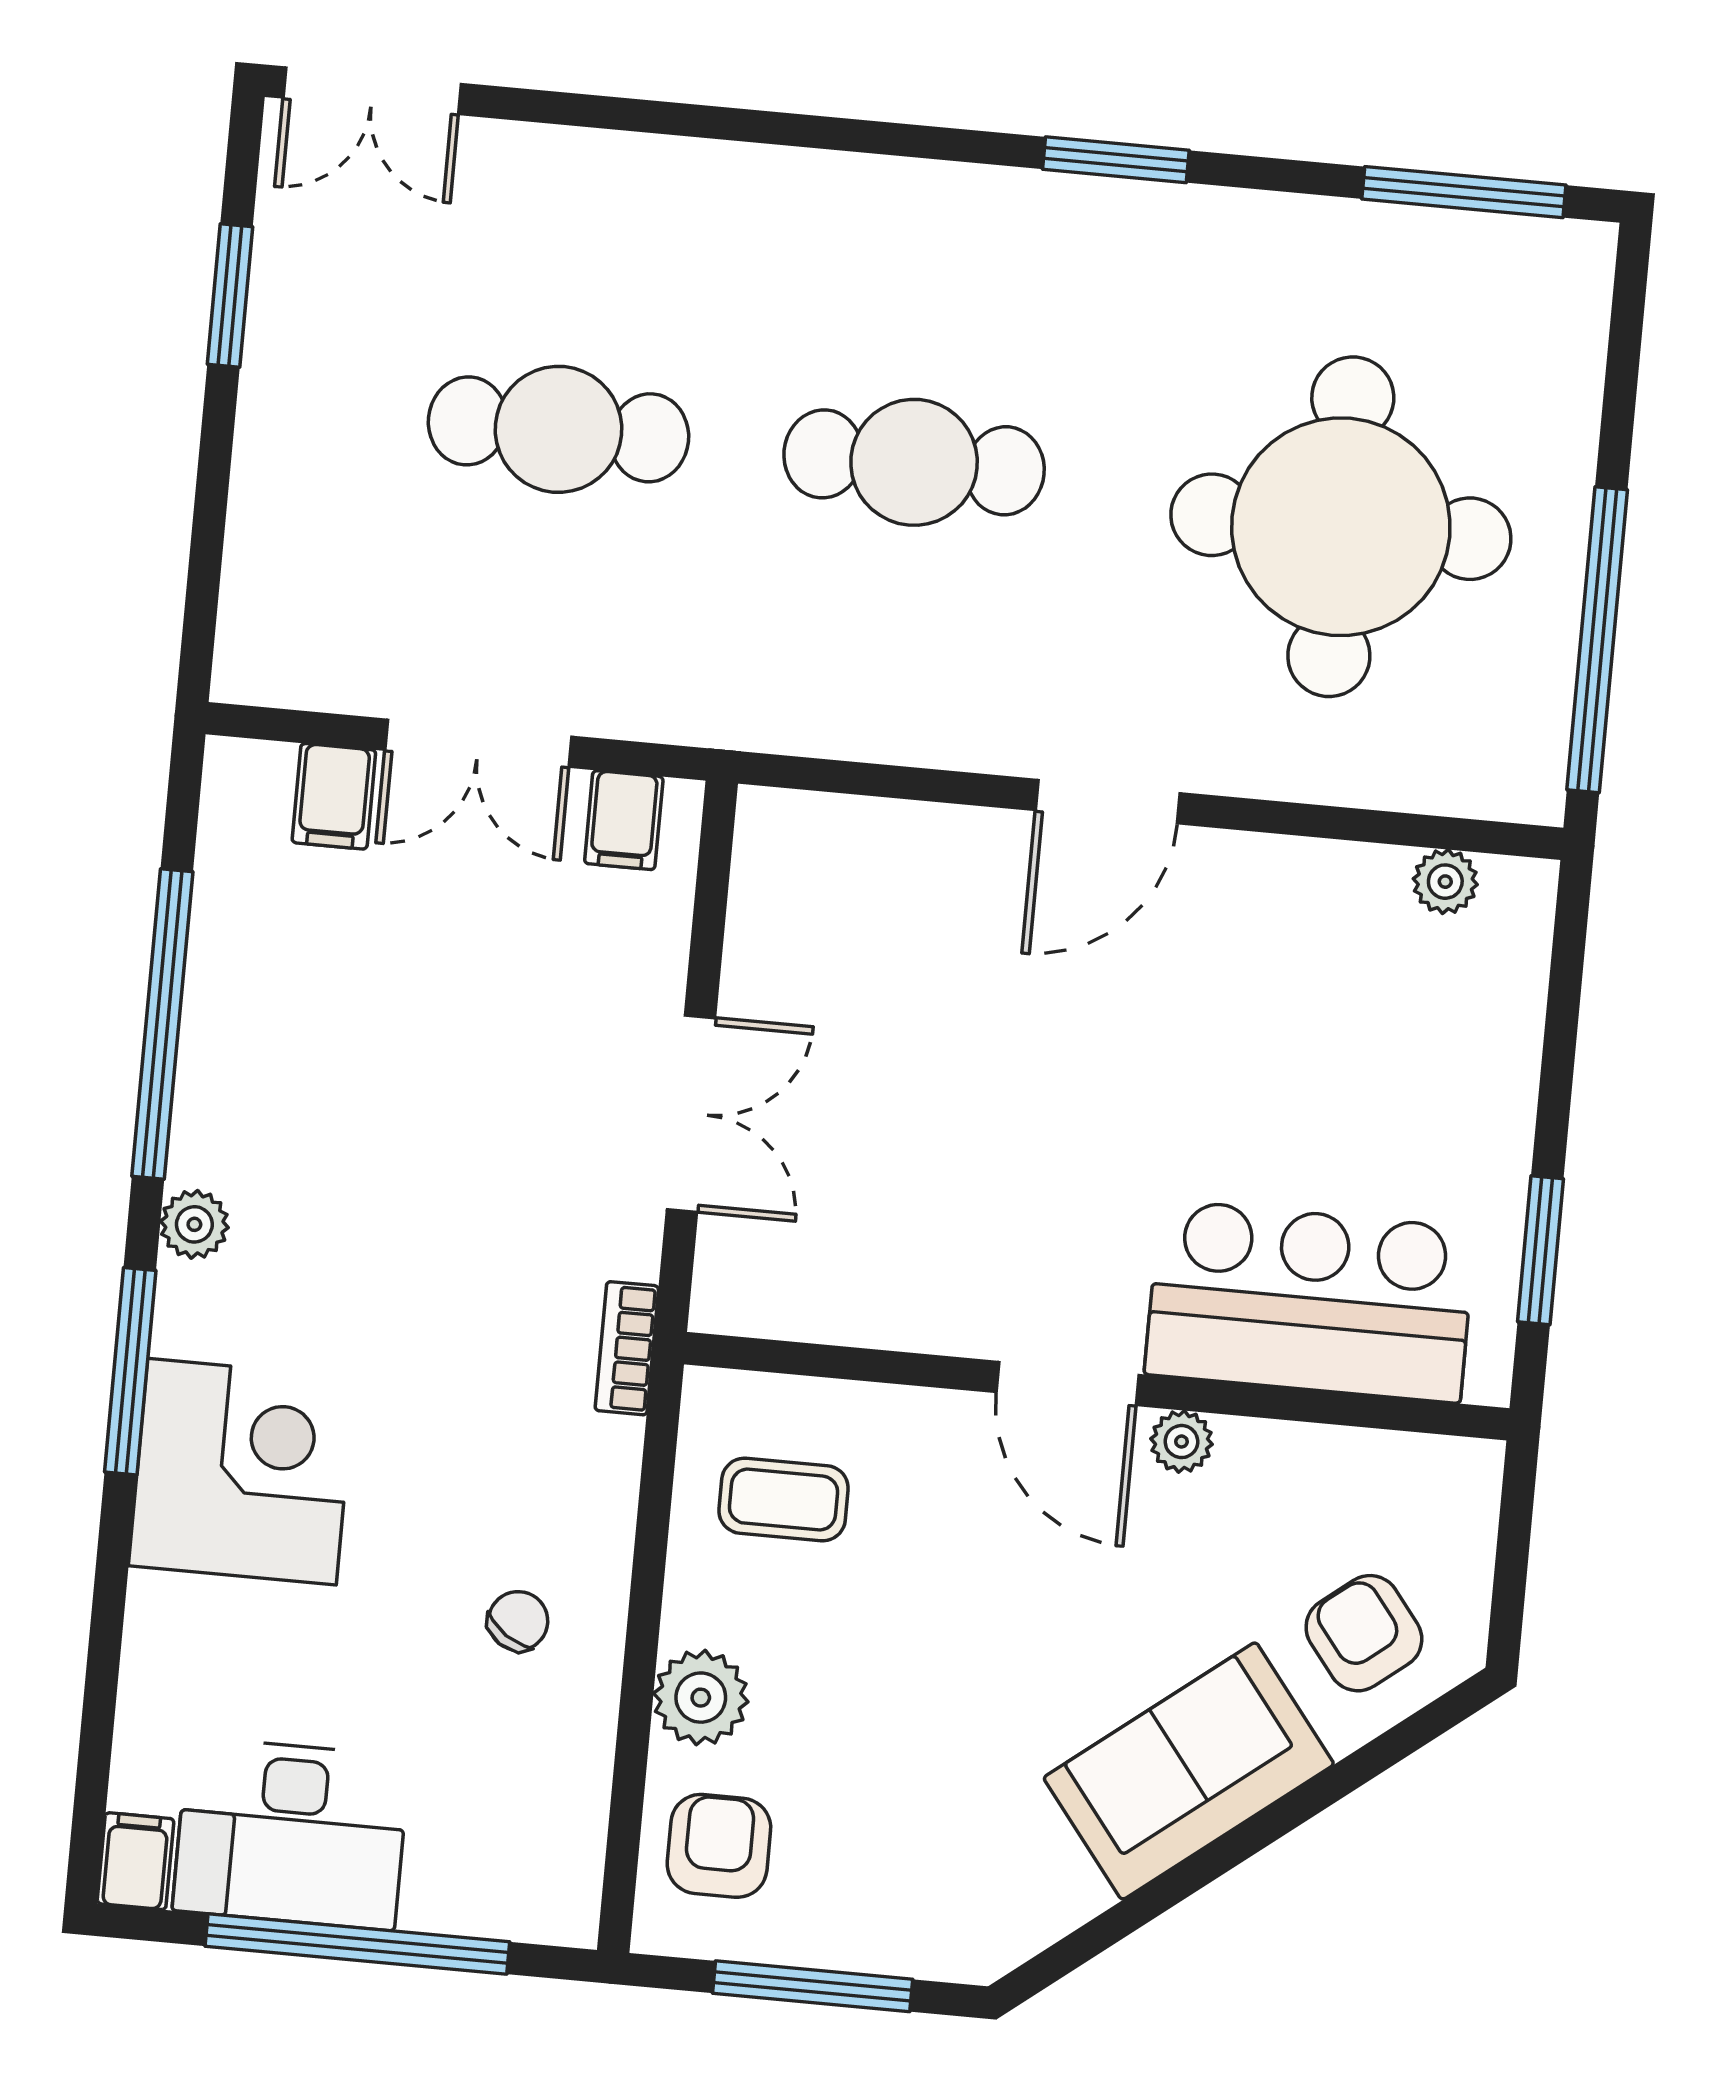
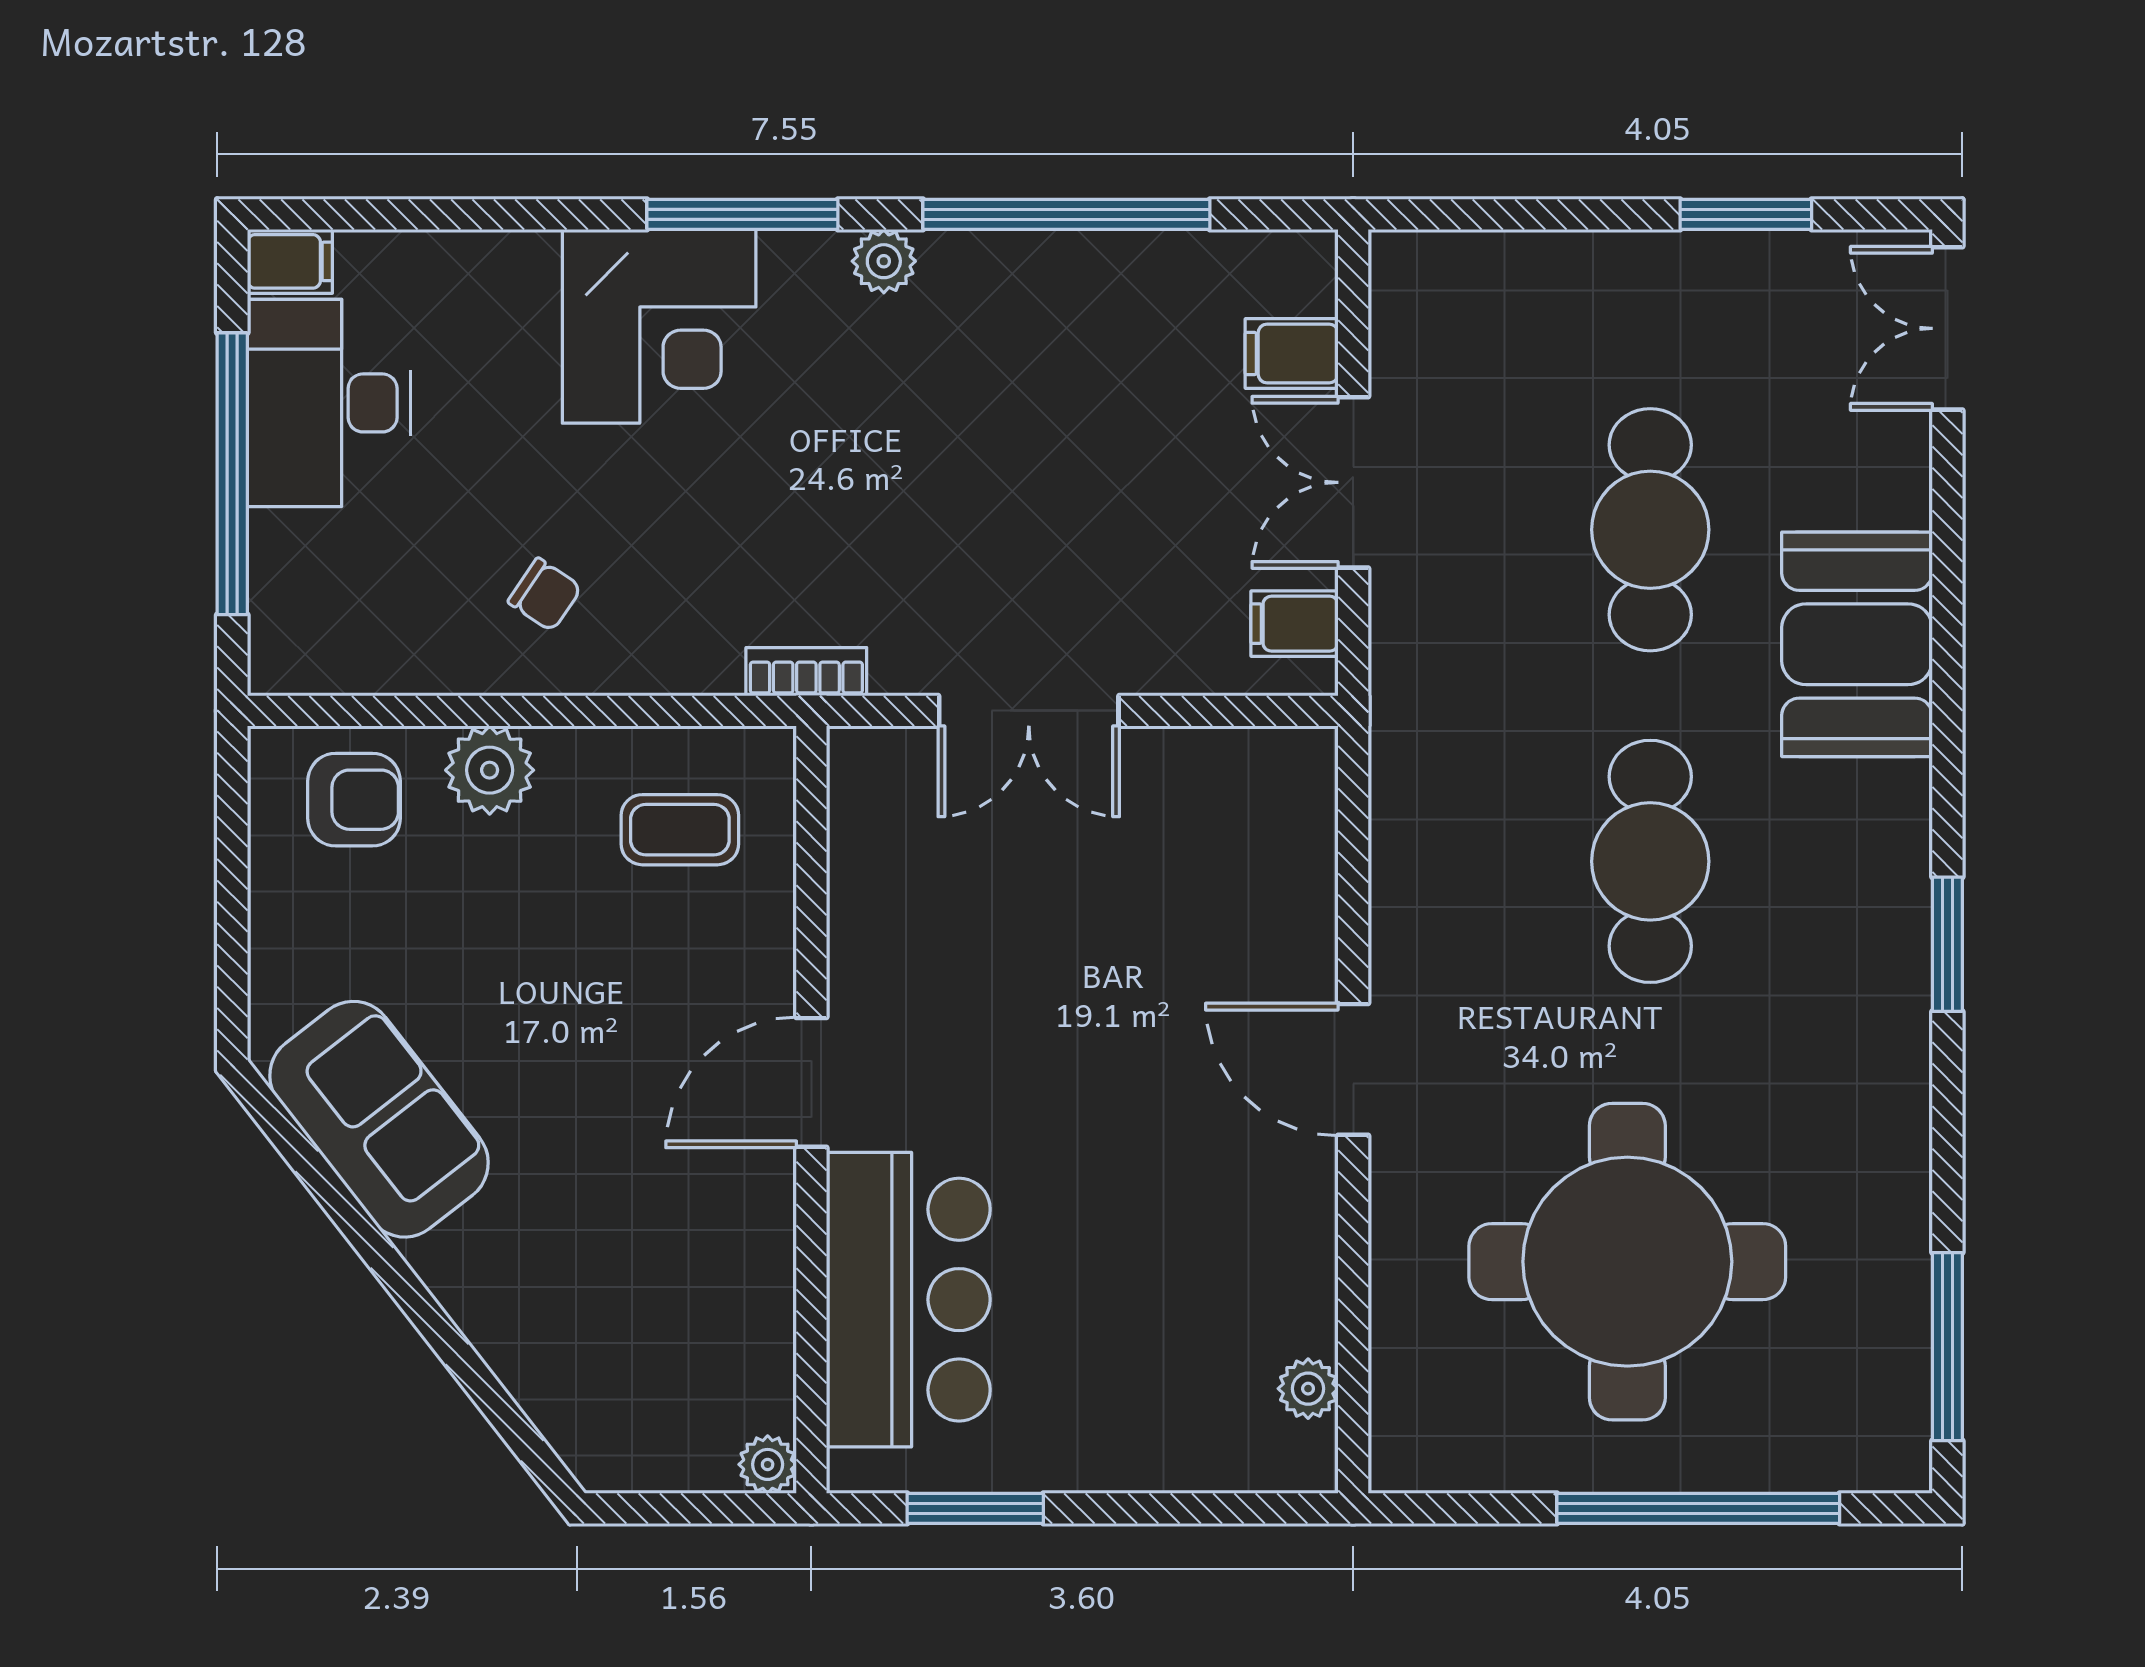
window: (1116, 160) -> (1947, 944), moved
booth: (702, 219) -> (1857, 644), added
window: (1597, 640) -> (1698, 1508), moved
plant: (1181, 1442) -> (768, 1464), moved
coffee table: (784, 1500) -> (680, 830), turned 90
armchair: (1364, 1633) -> (606, 1378), removed
sofa: (1189, 1771) -> (379, 1119), moved
window: (813, 1986) -> (232, 898), removed

